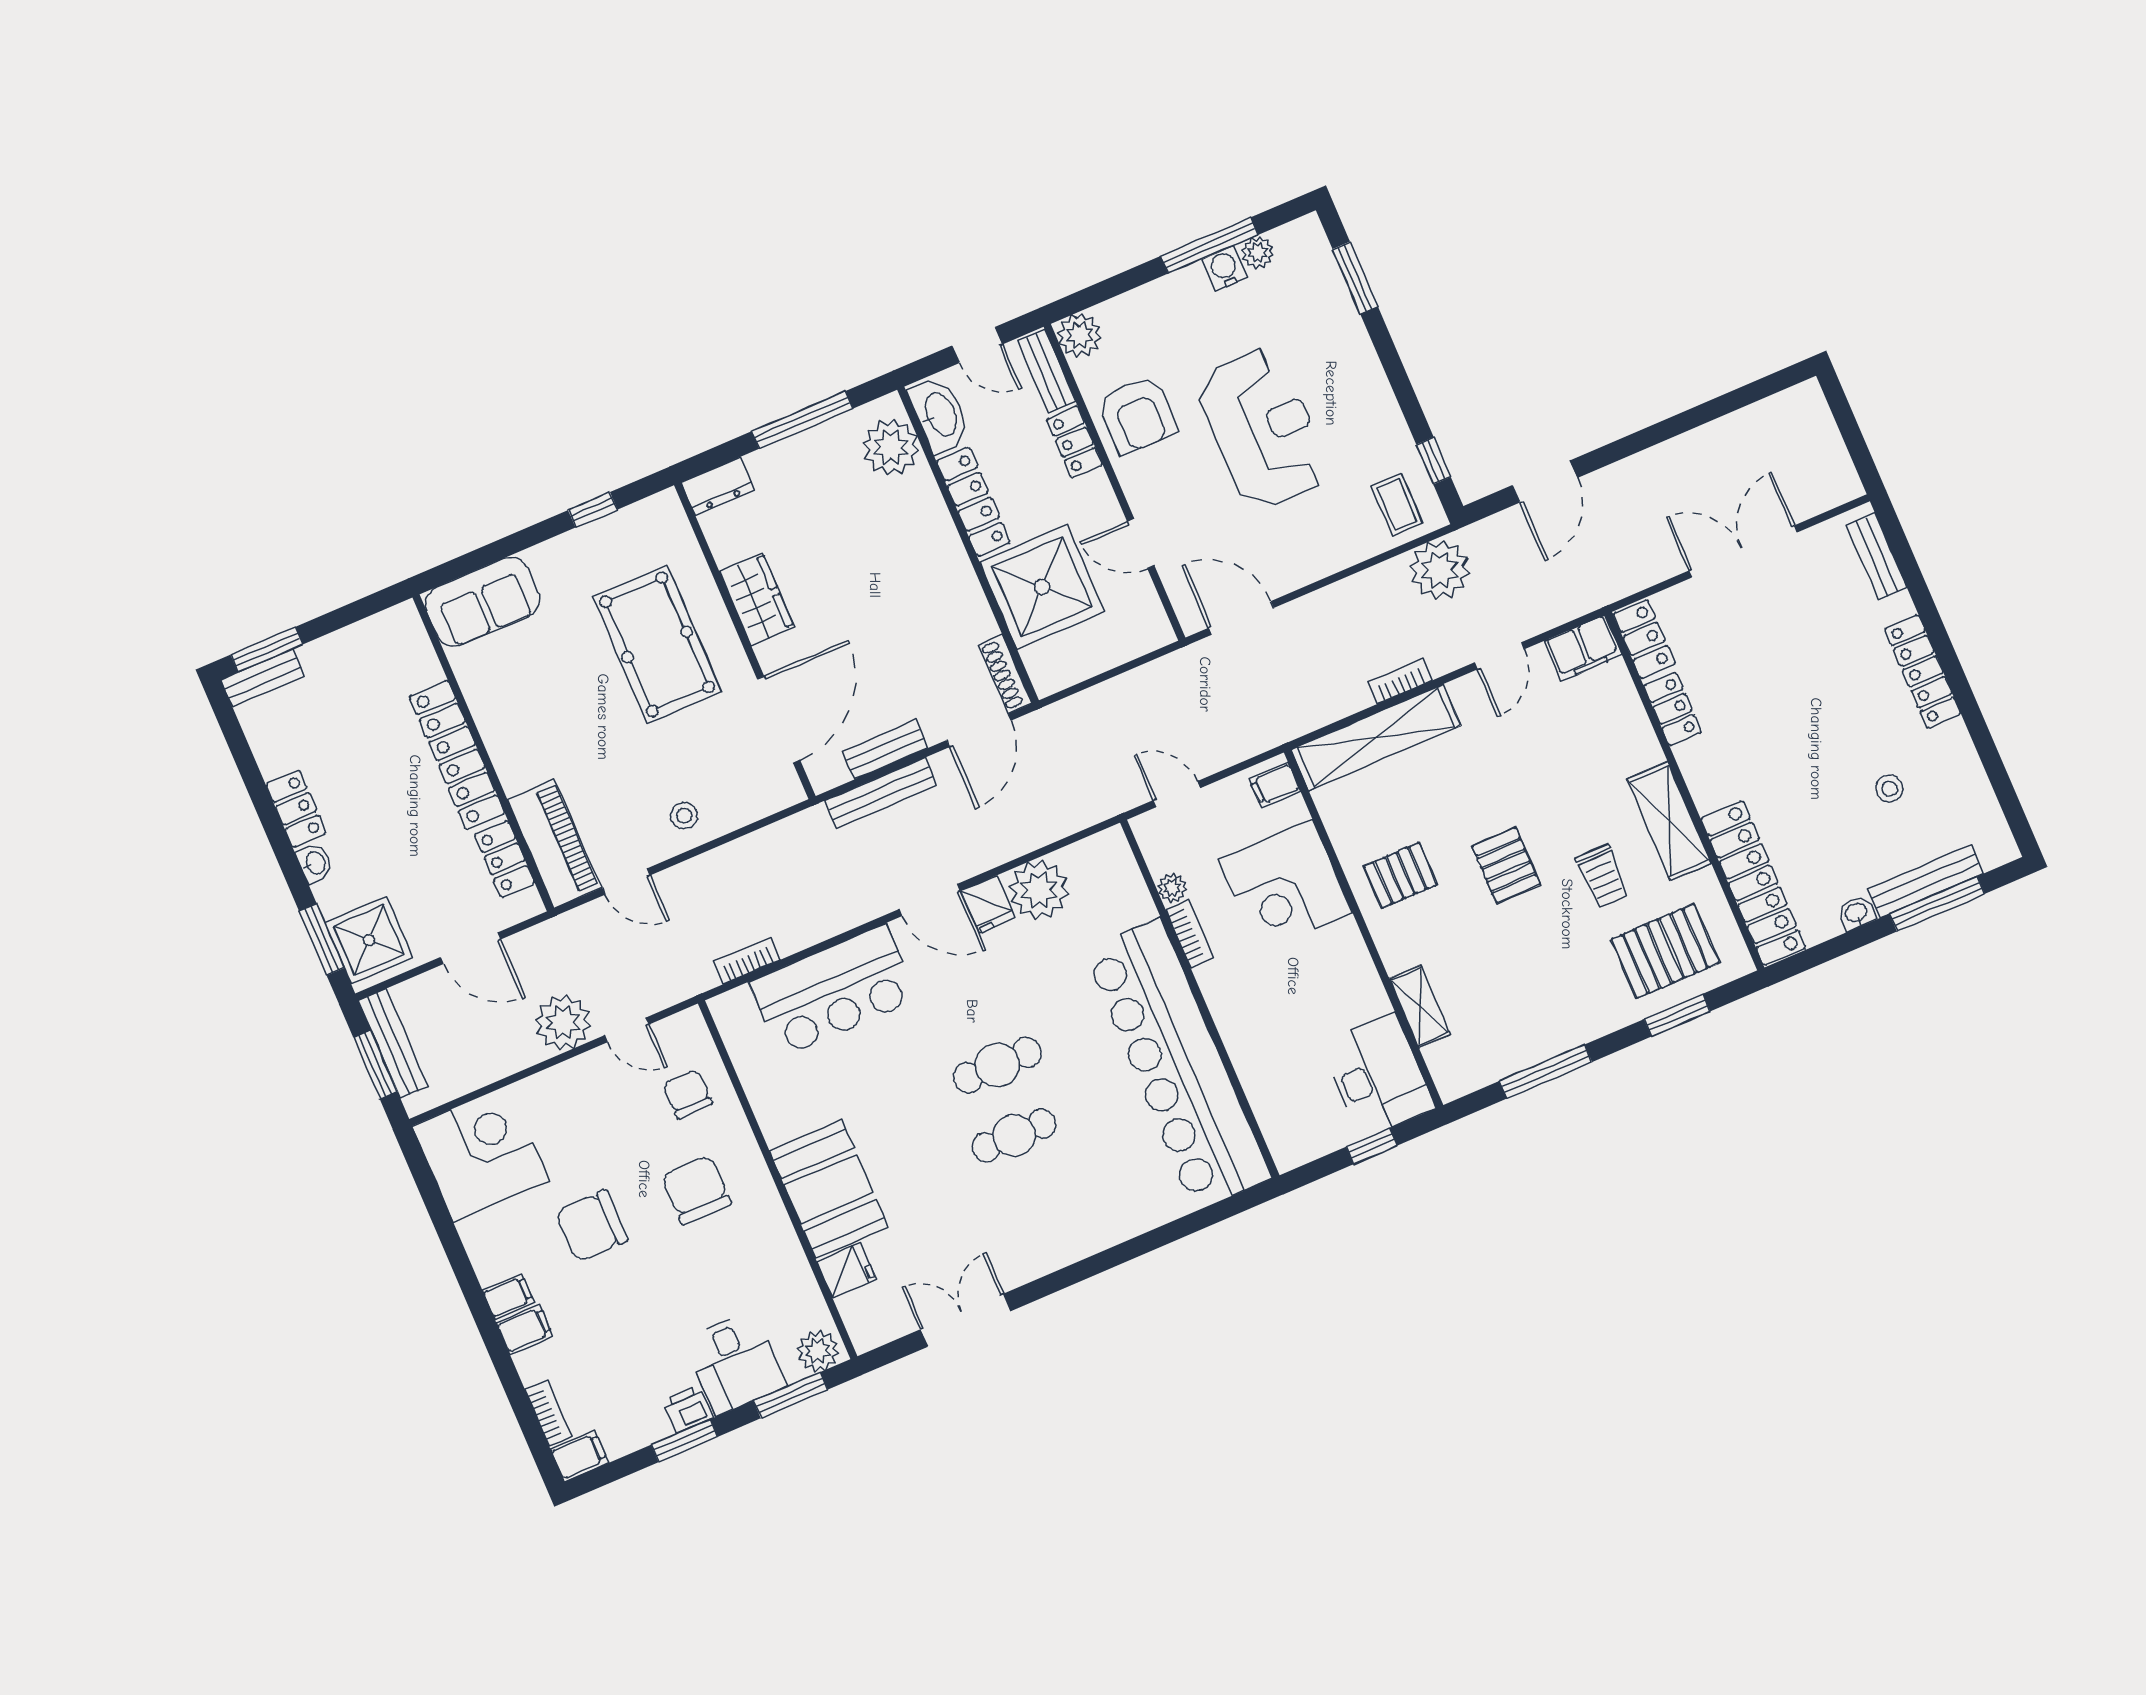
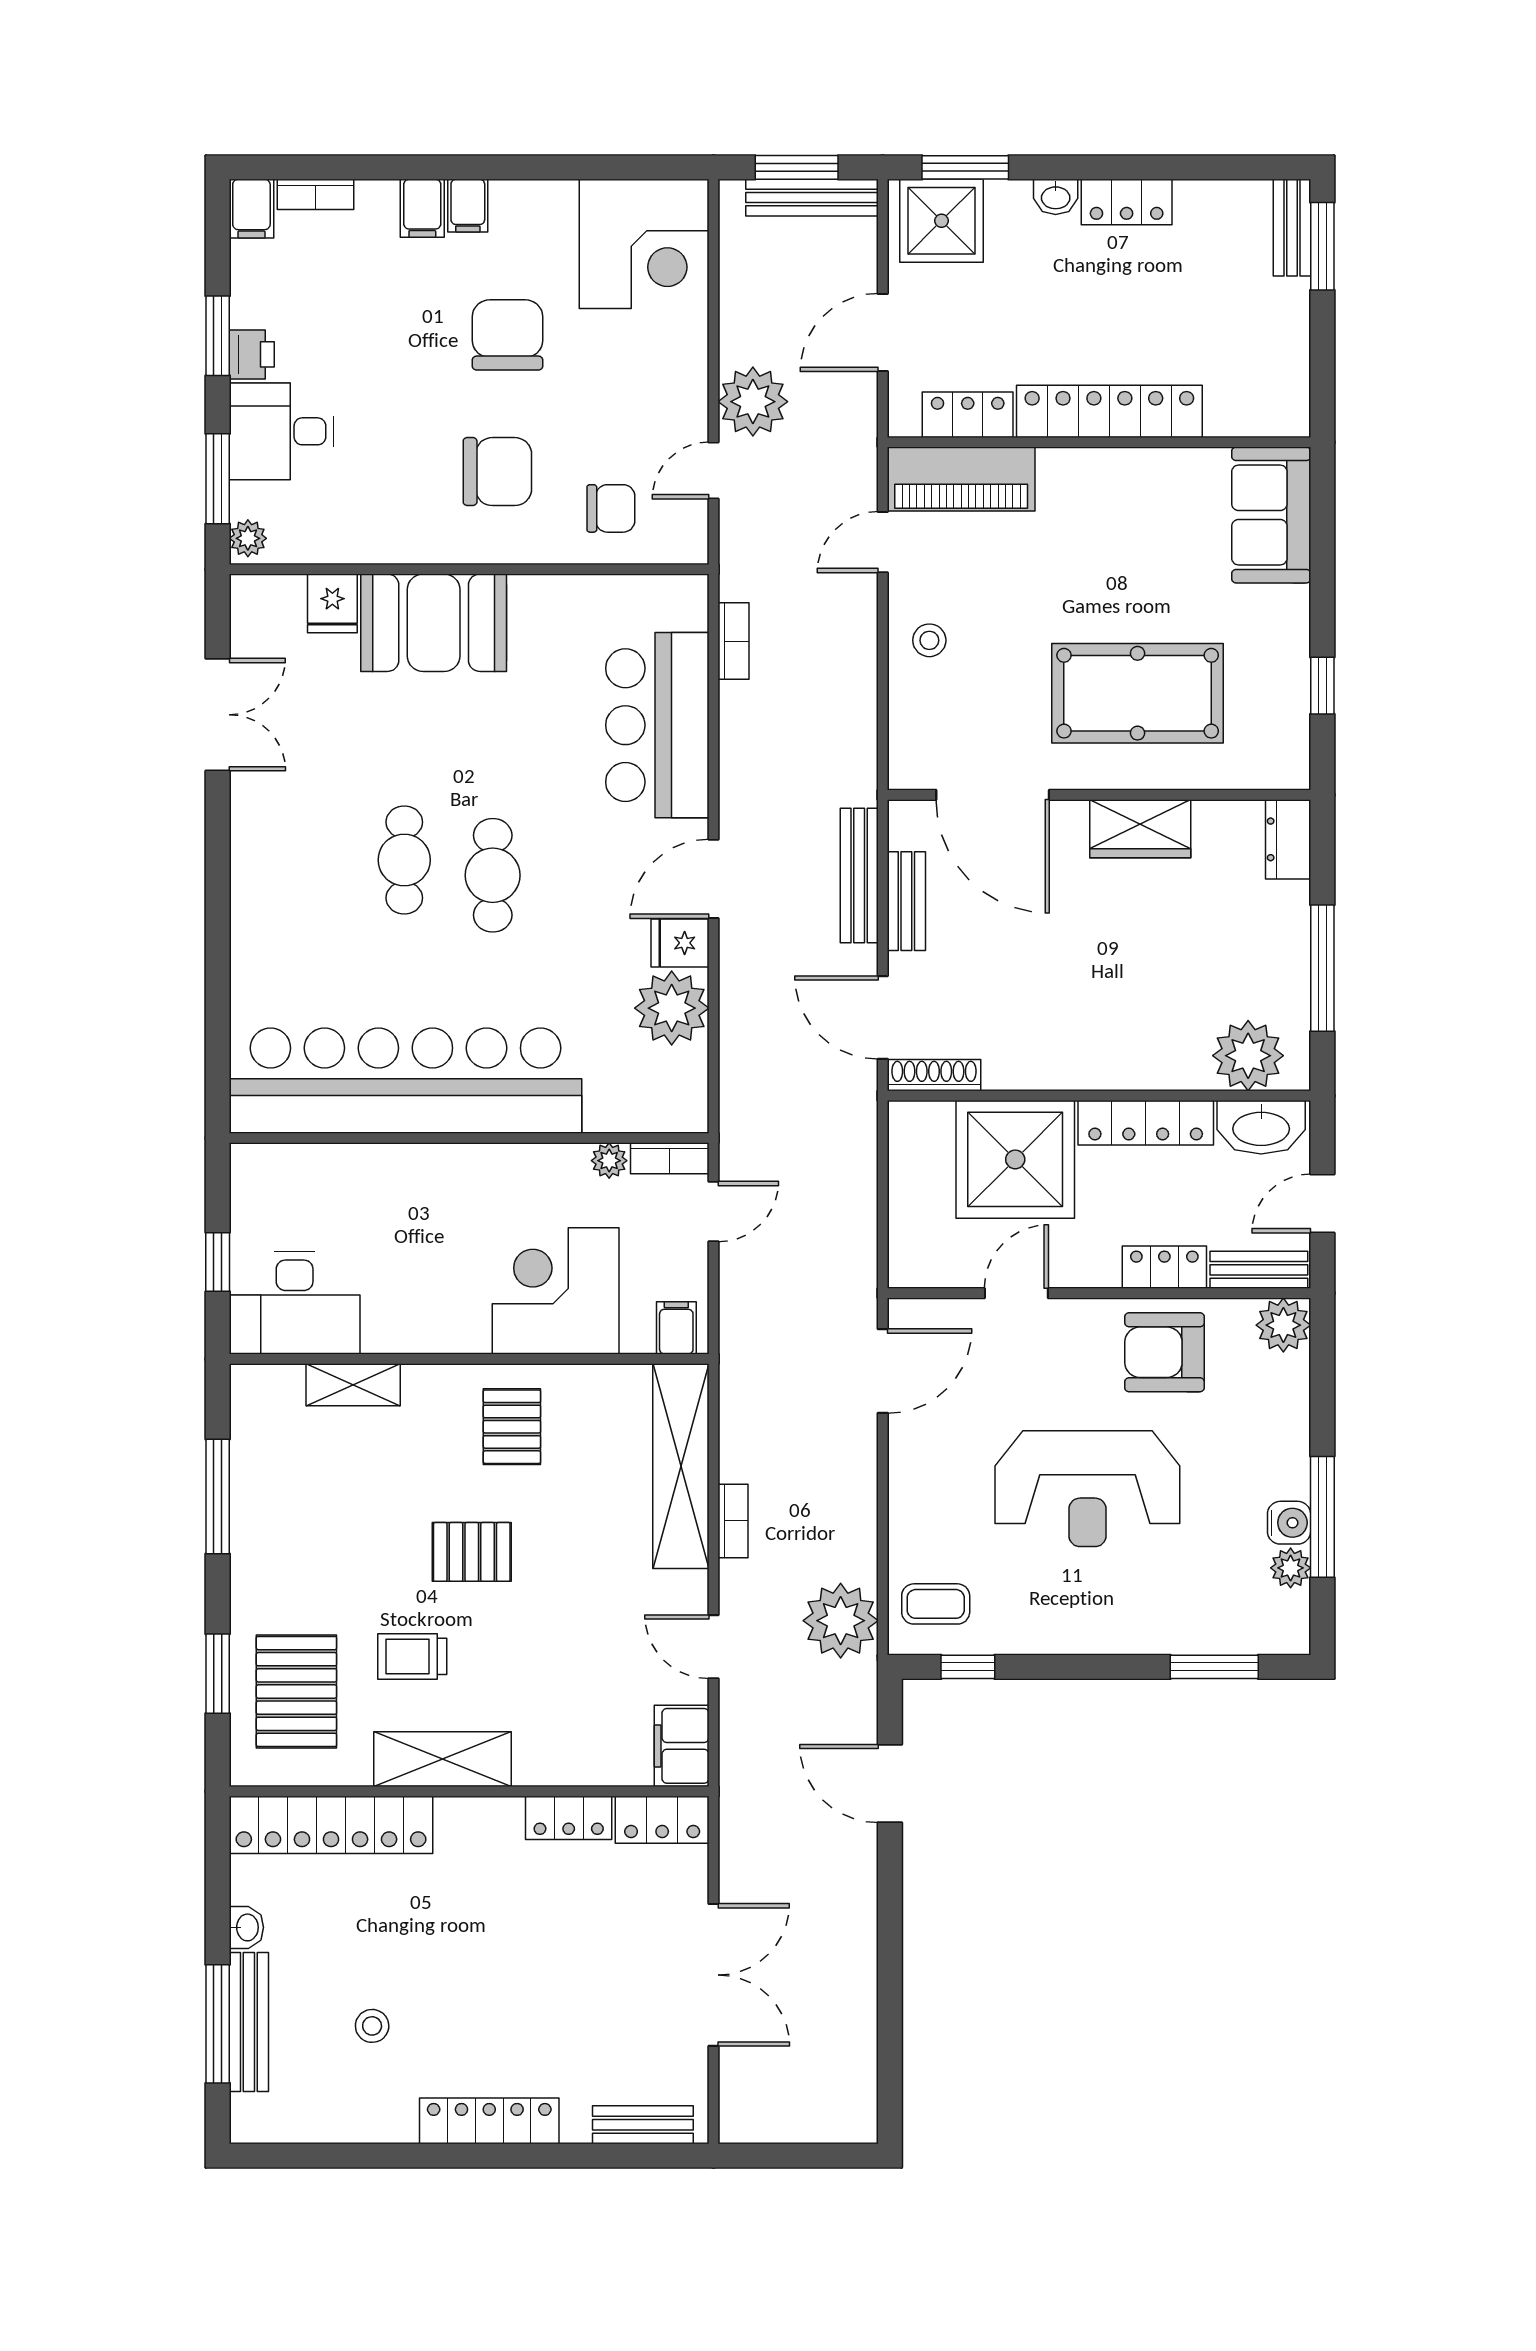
bookcase: (1190, 934) -> (670, 1158), moved
plant: (818, 1351) -> (248, 538), width x0.73, depth x0.73

